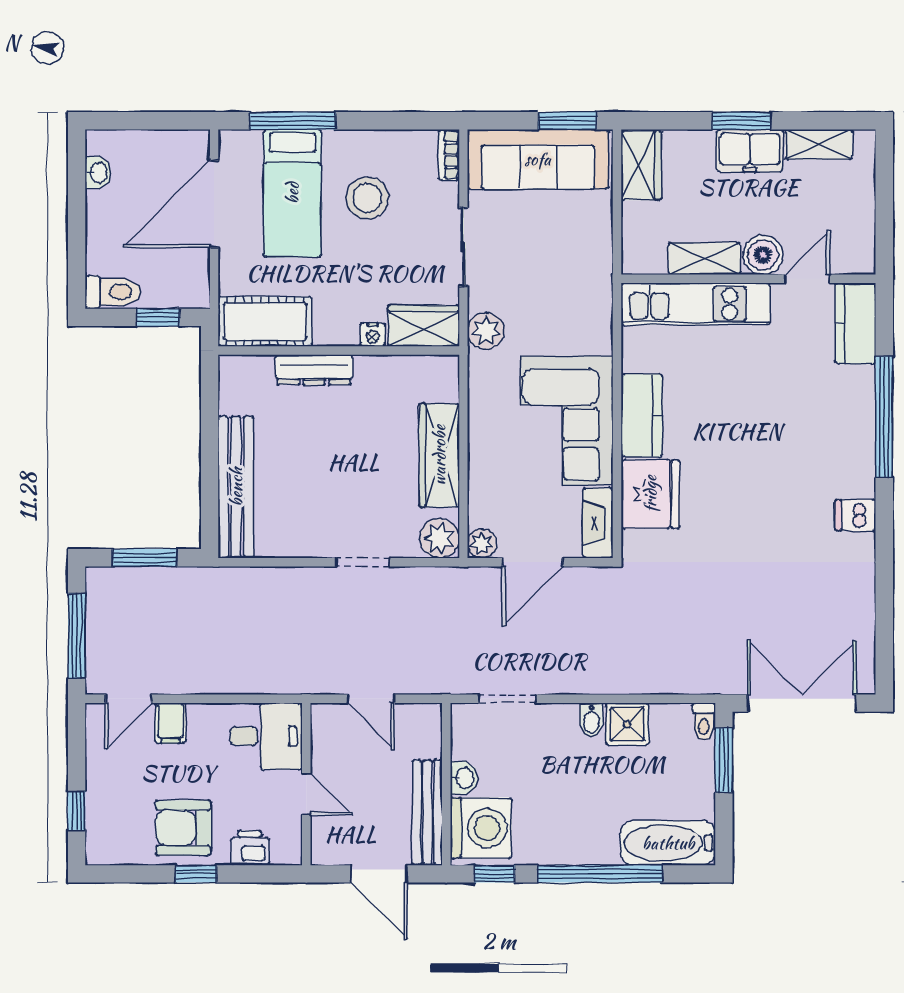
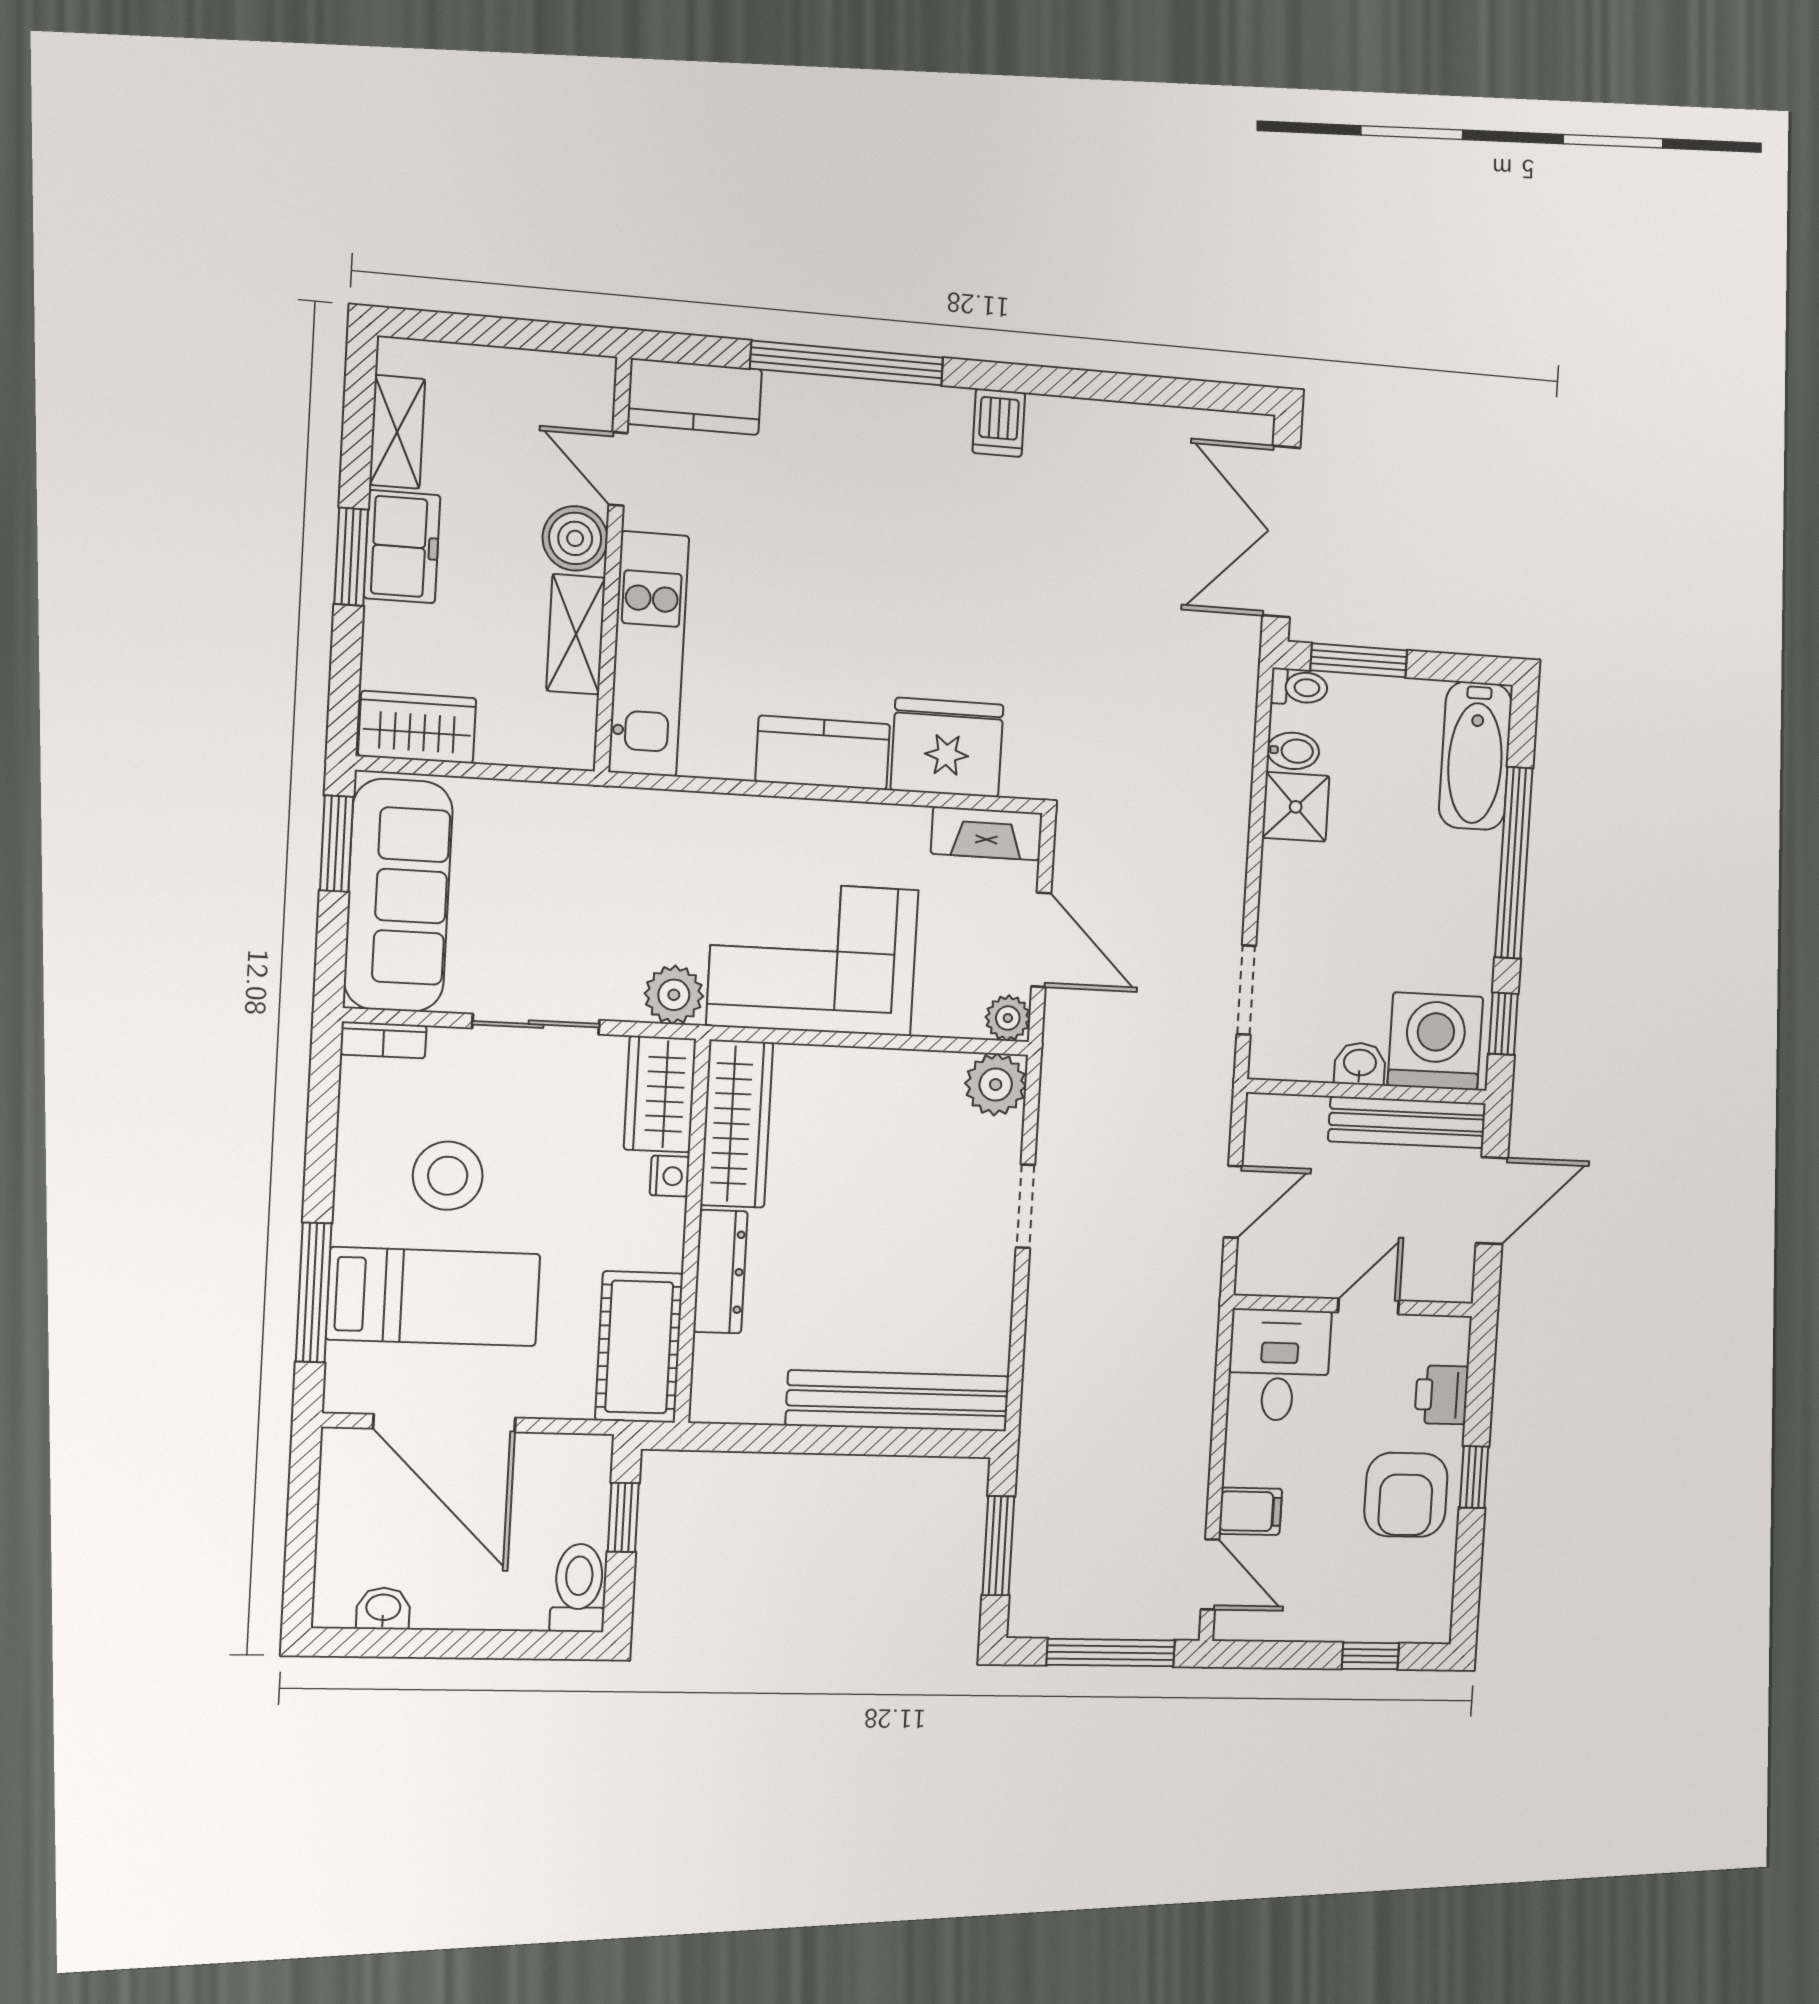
corner sofa: (567, 420) -> (813, 958), moved, turned 180
wardrobe: (439, 455) -> (737, 1124), moved, turned -90
bidet: (591, 720) -> (1293, 751), moved

